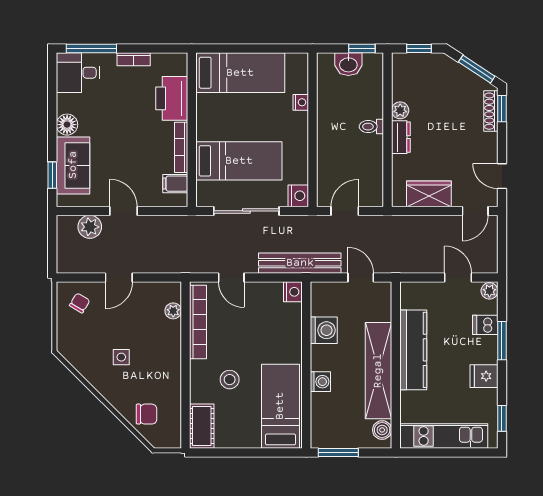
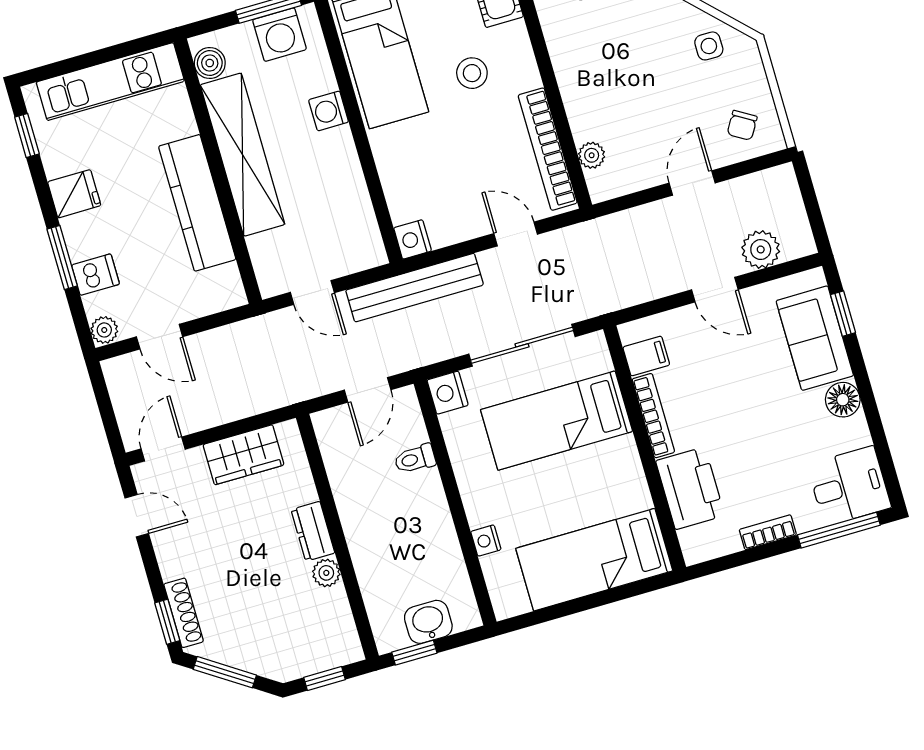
toilet: (371, 127) -> (415, 459), moved, turned 180
washing machine: (324, 330) -> (280, 35), moved, turned -90
side table: (121, 357) -> (709, 46), moved

